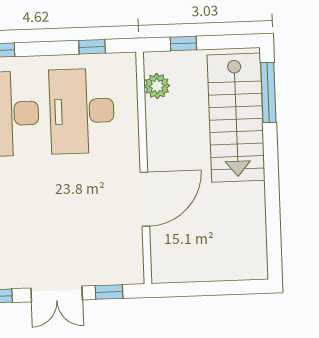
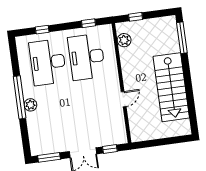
stairs: (236, 118) -> (171, 87), moved
door: (145, 199) -> (124, 99), width x0.53

